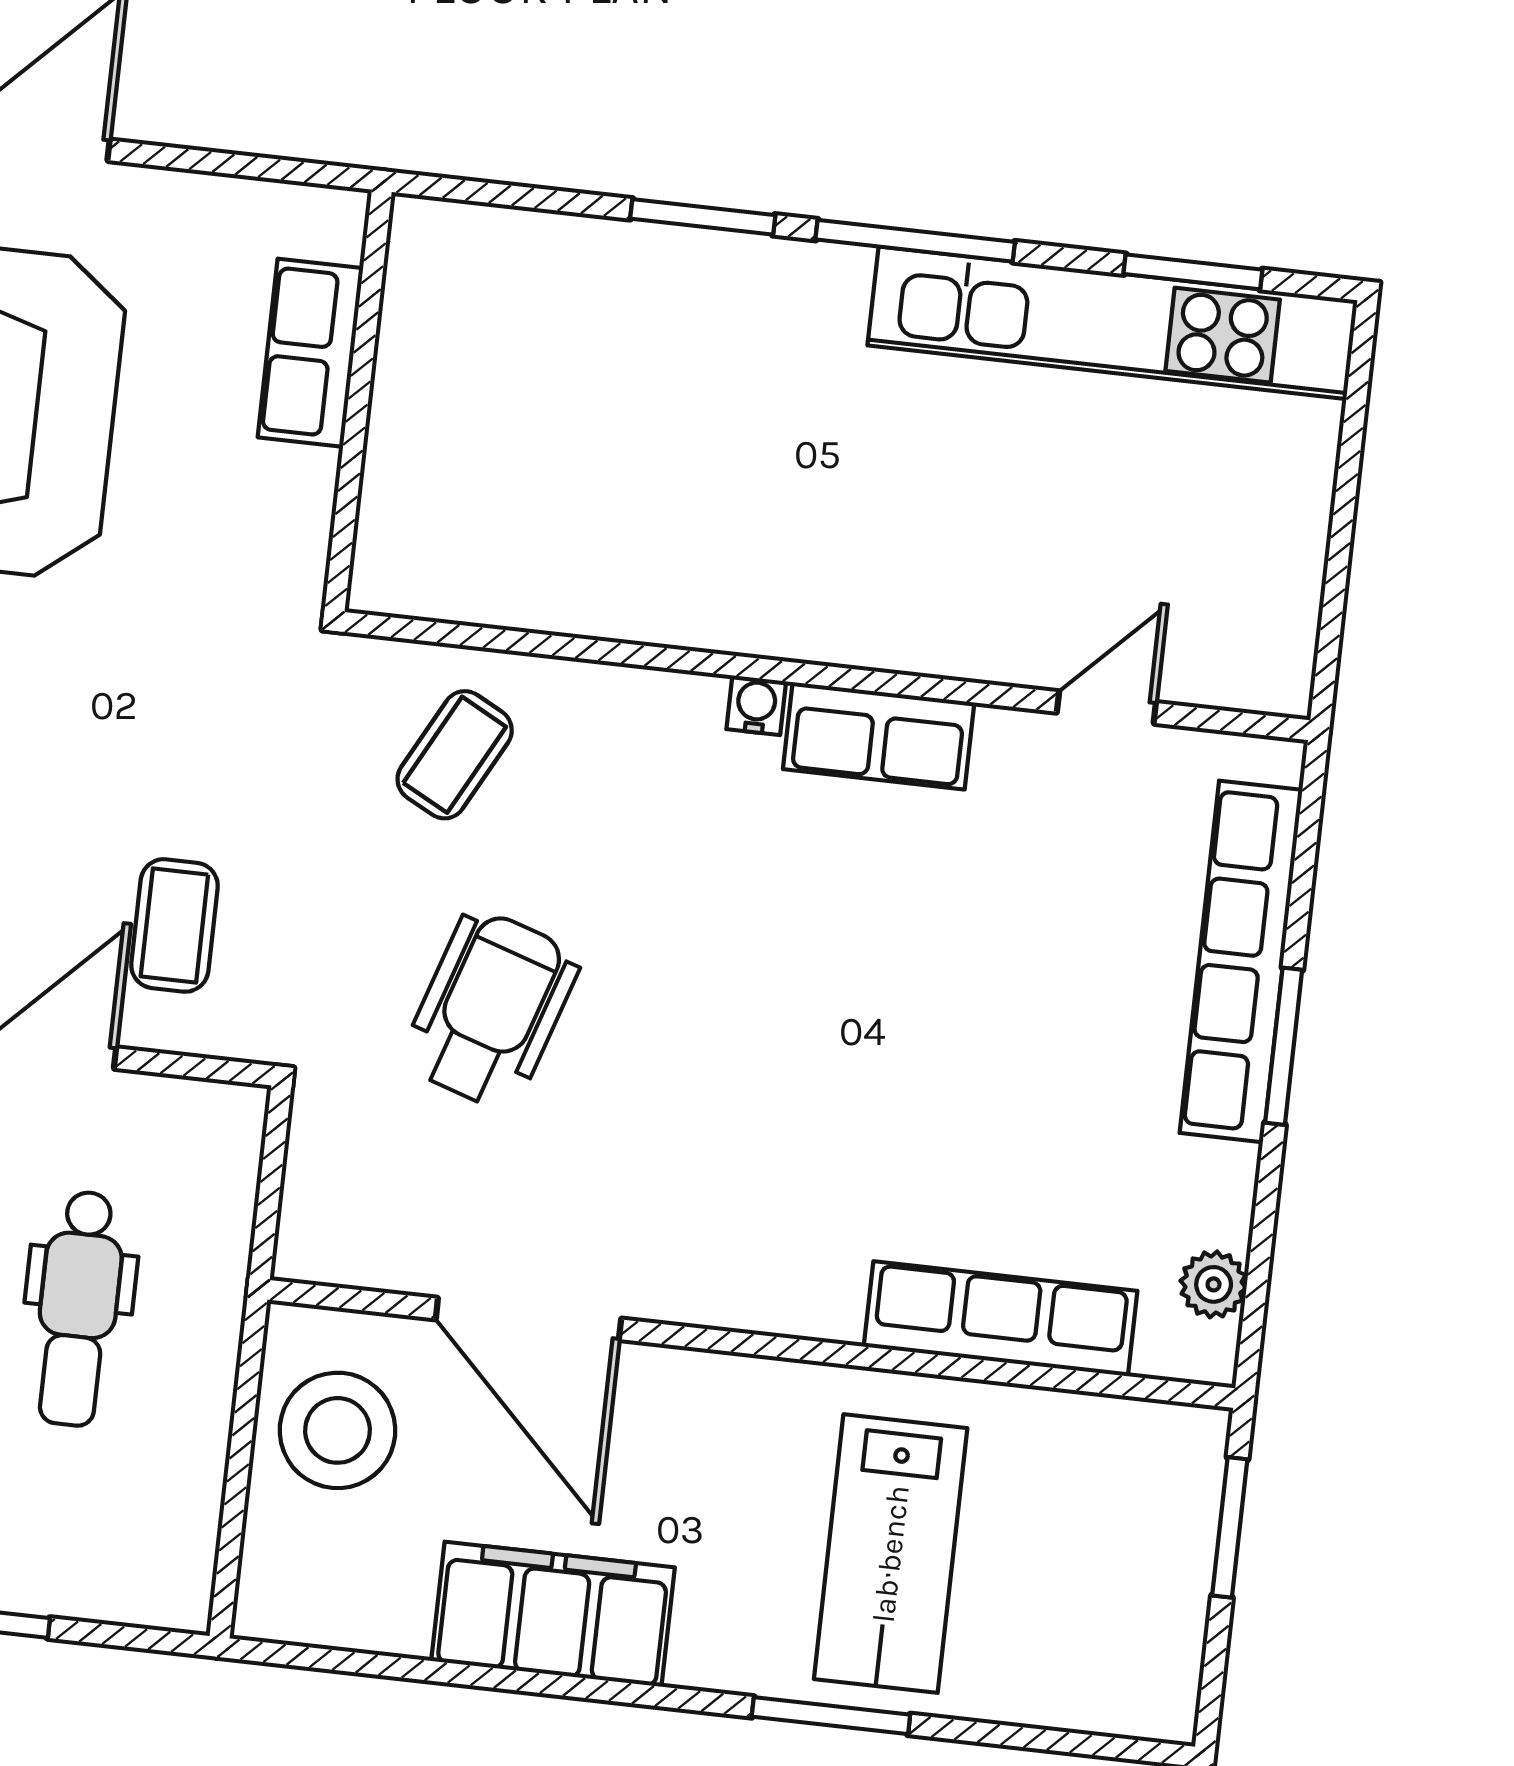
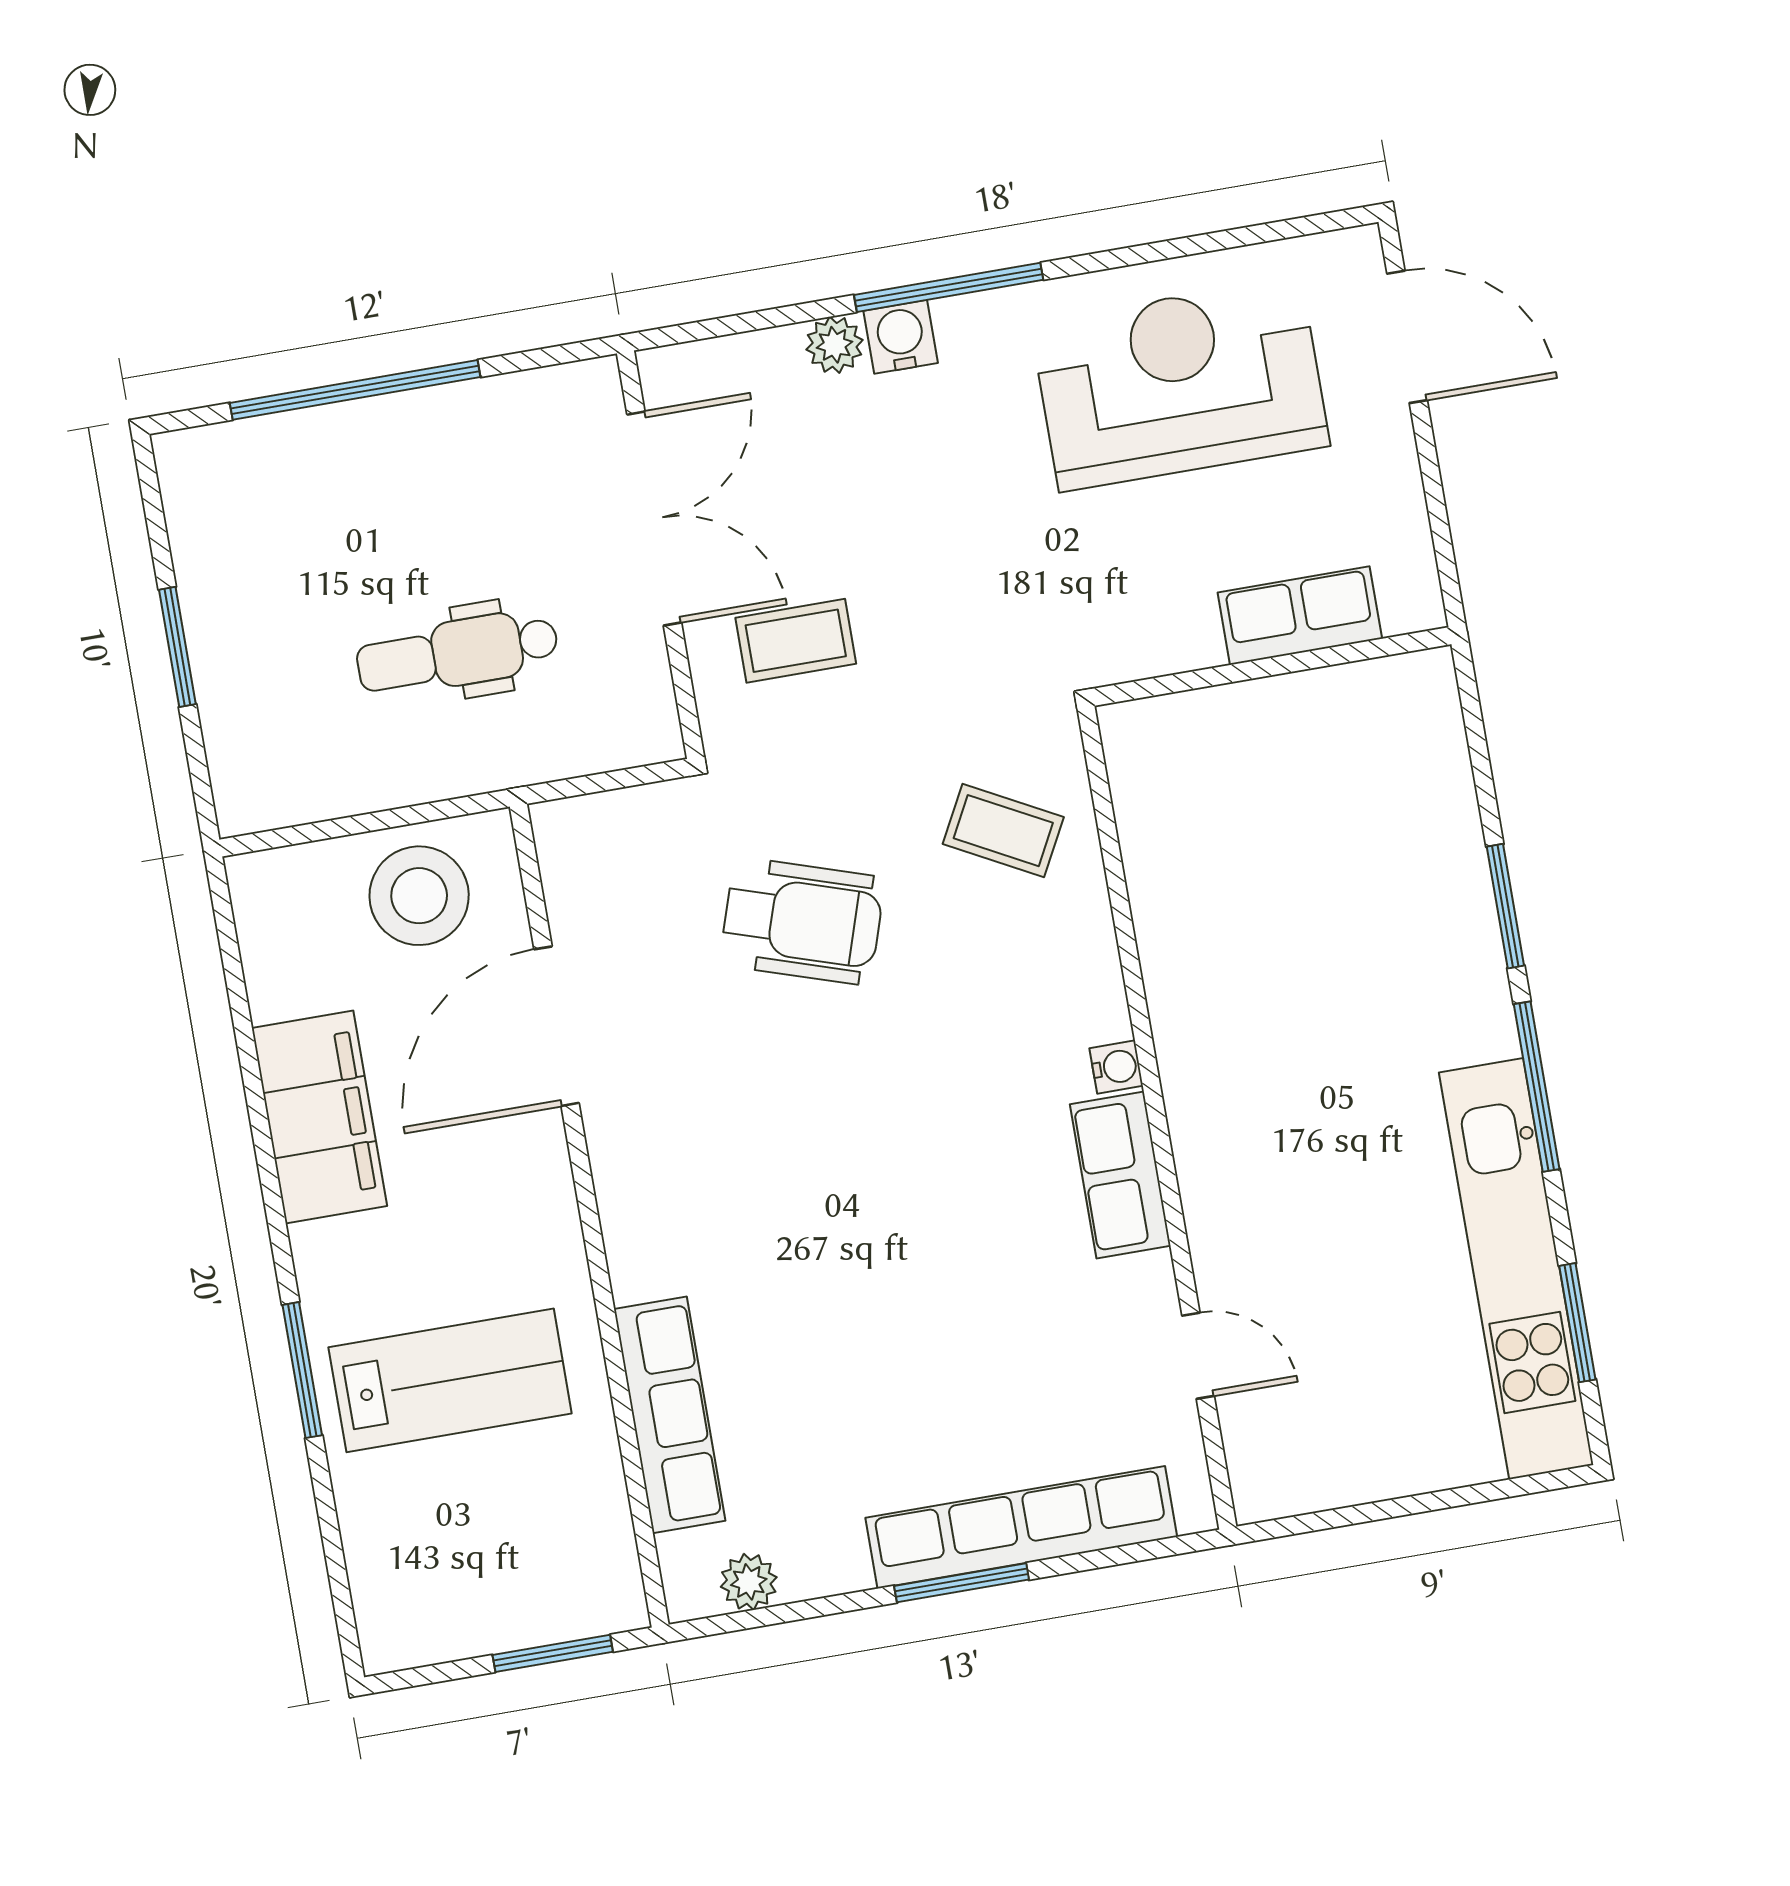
lab bench: (891, 1554) -> (450, 1380), turned 180

